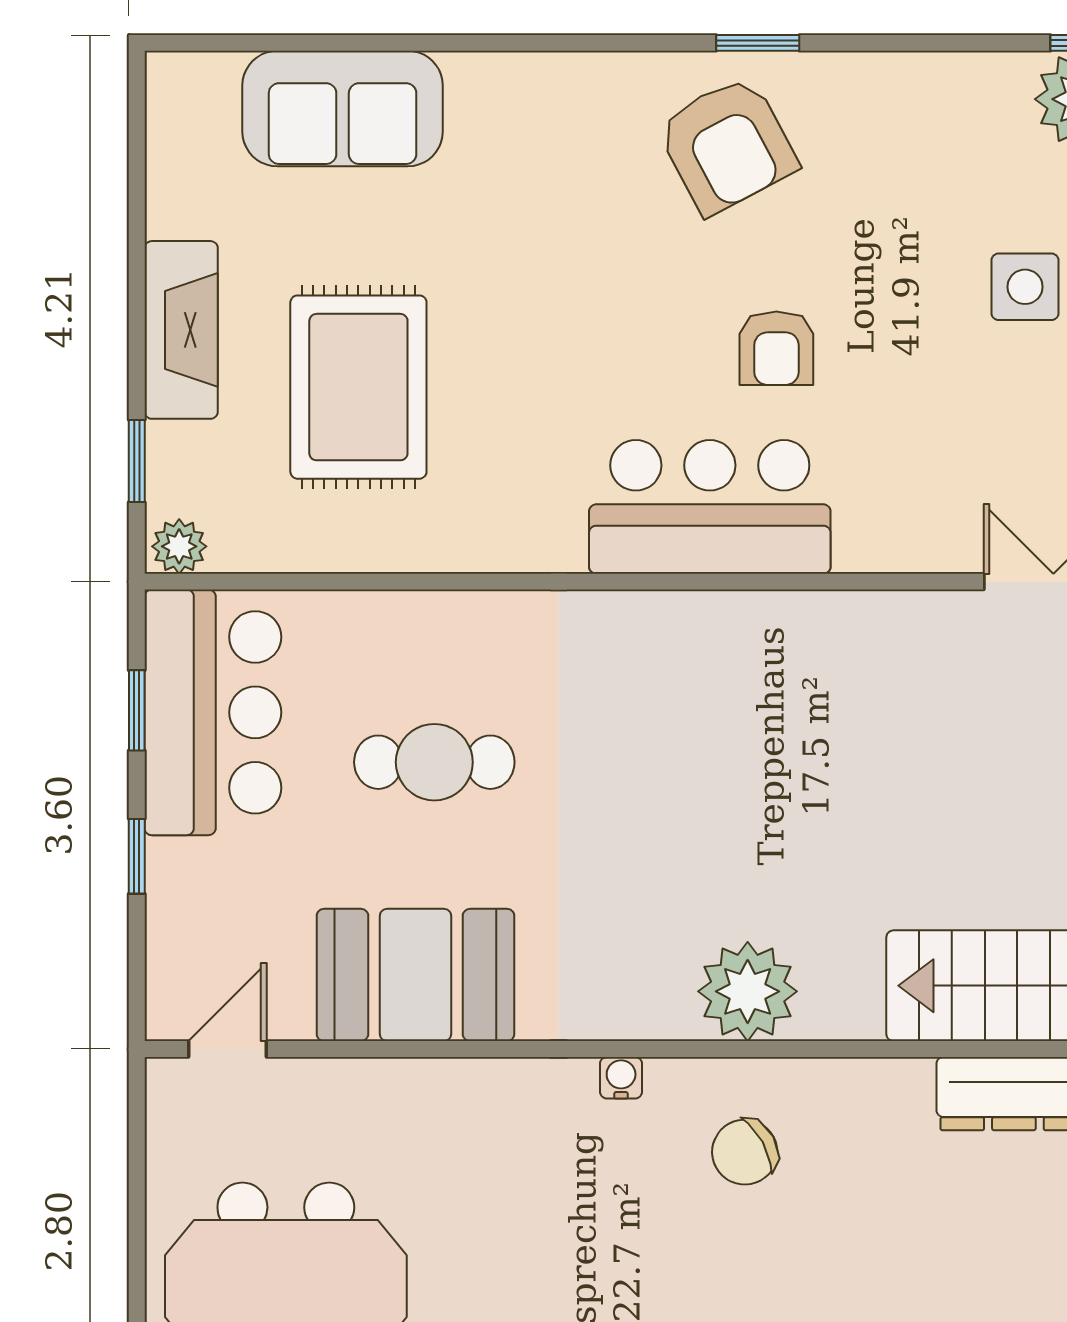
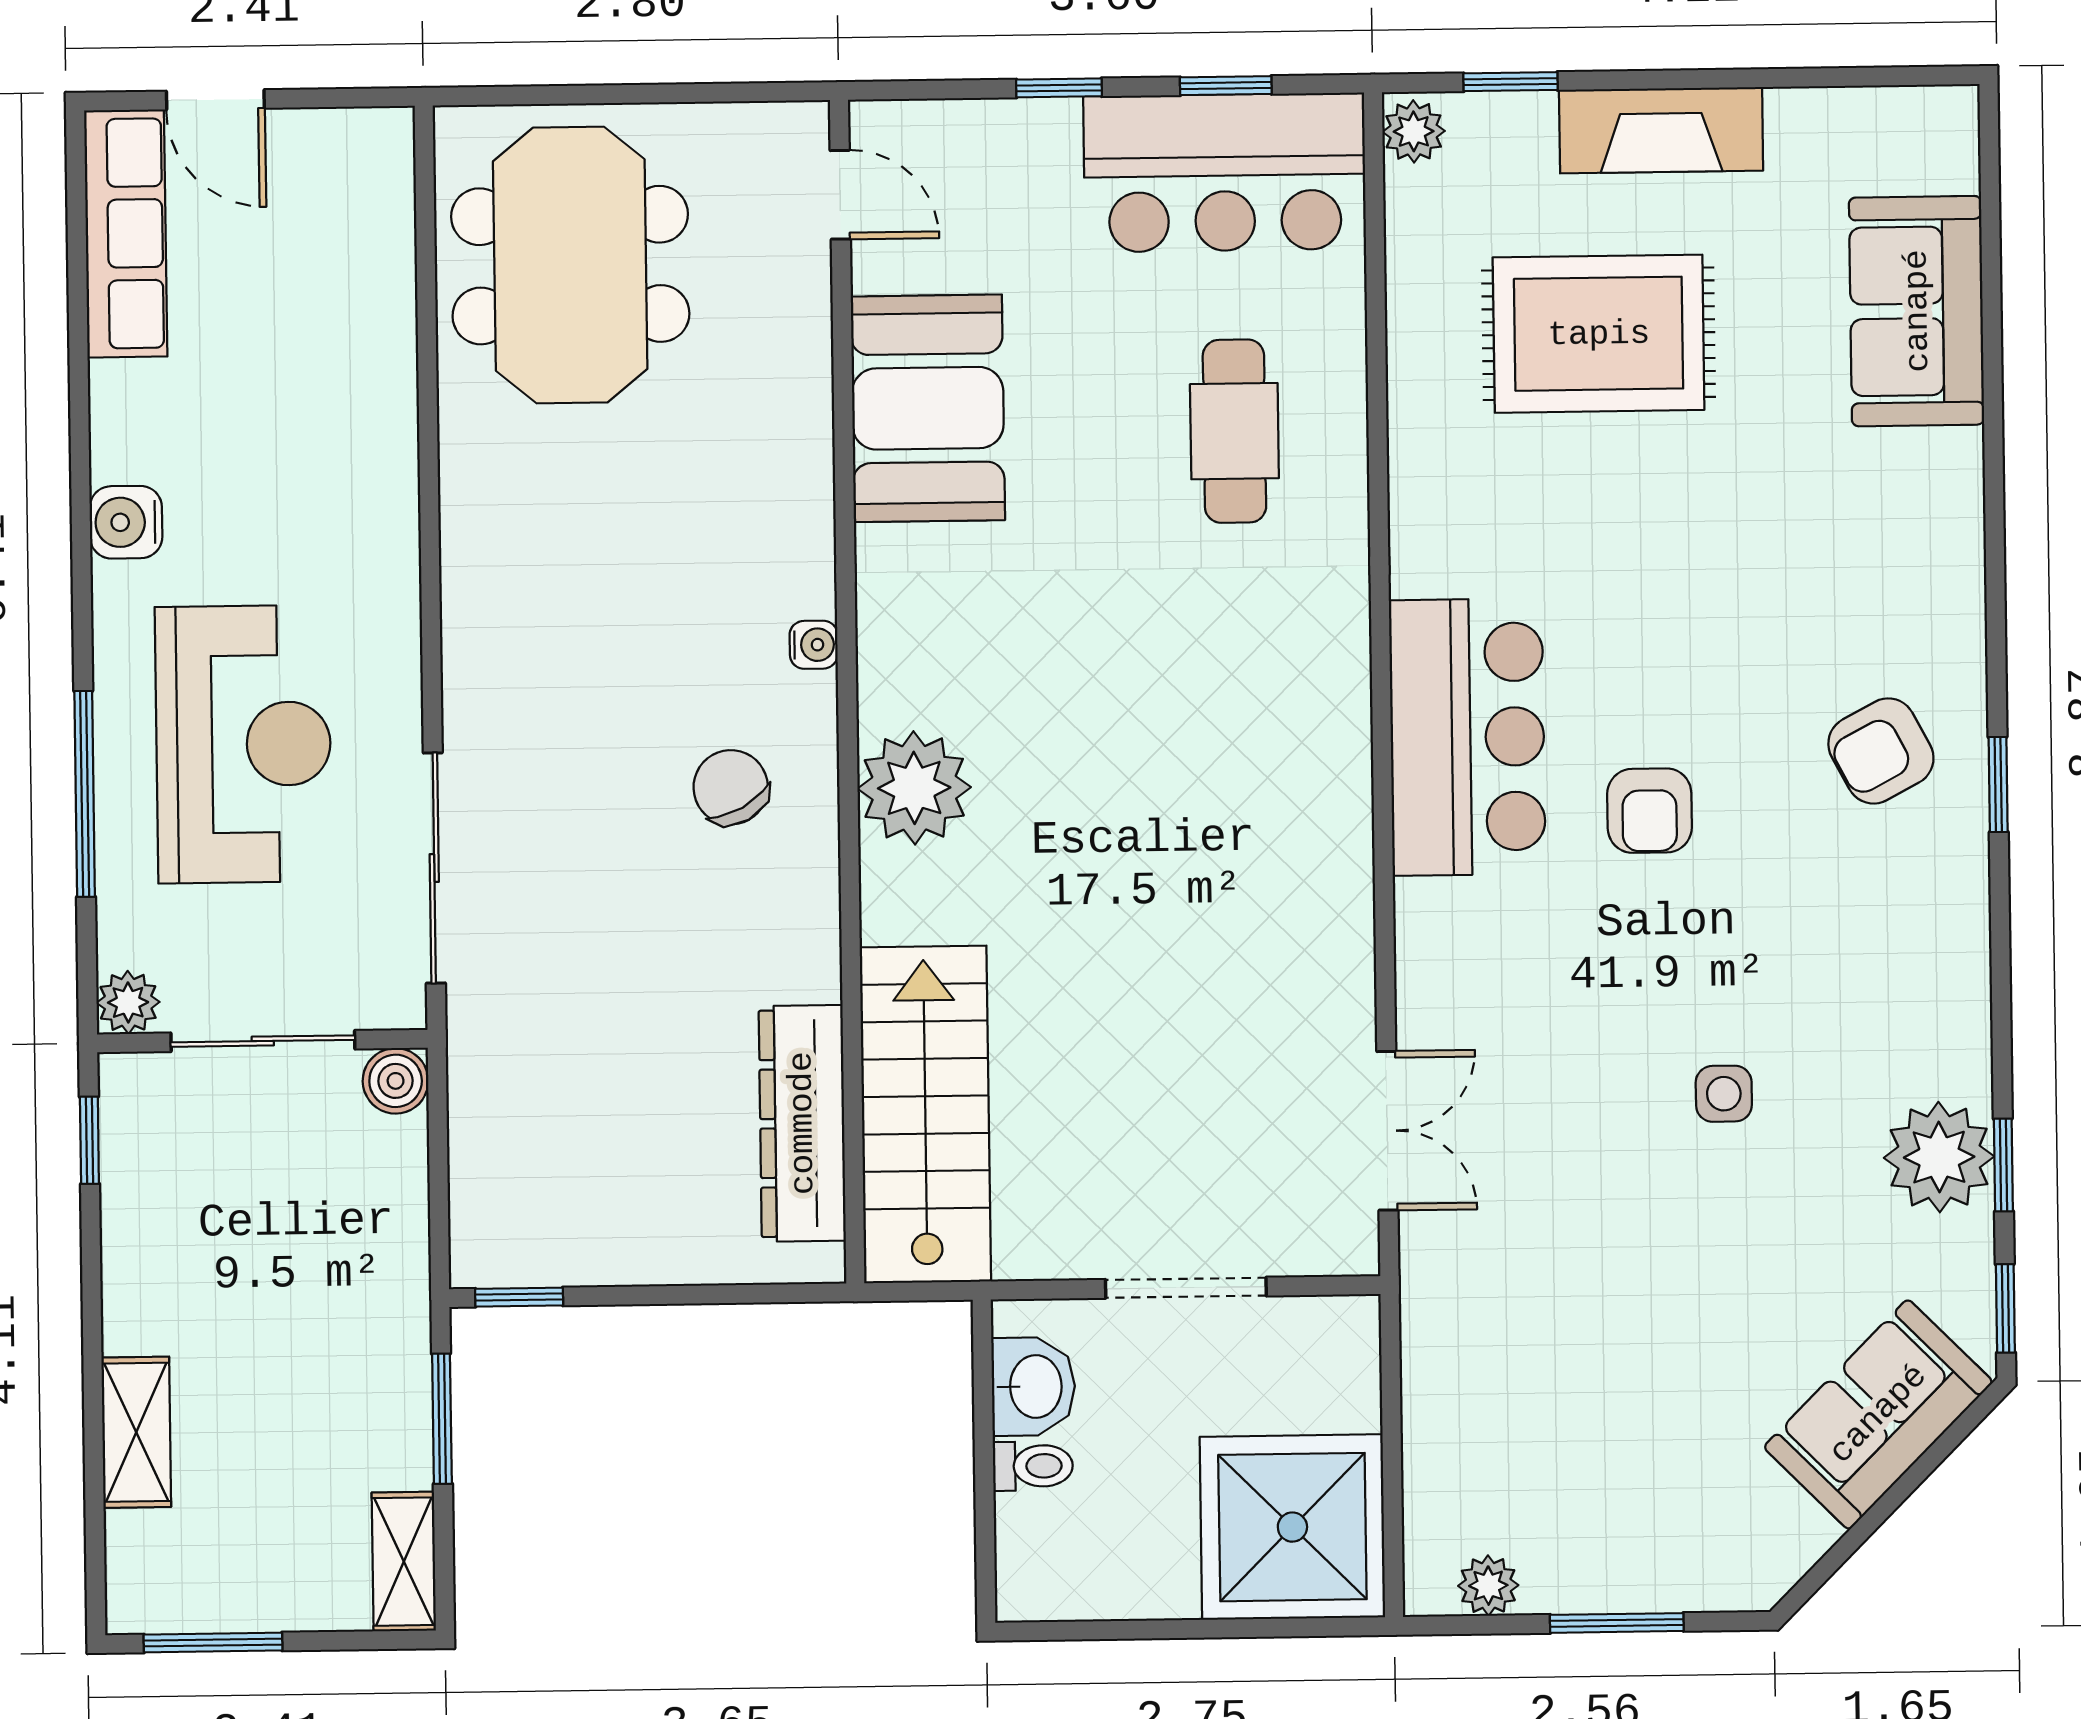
armchair: (727, 145) -> (1881, 751), width x0.72, depth x0.72
side table: (1025, 287) -> (1724, 1094), width x0.73, depth x0.73
armchair: (776, 348) -> (1650, 811), turned -90
cafe table: (434, 762) -> (1234, 431), moved

